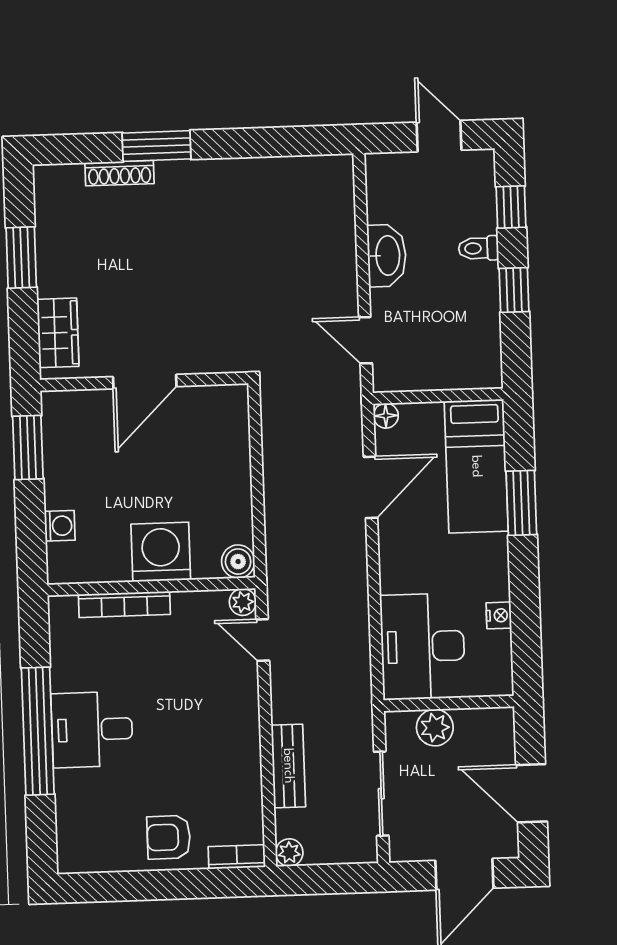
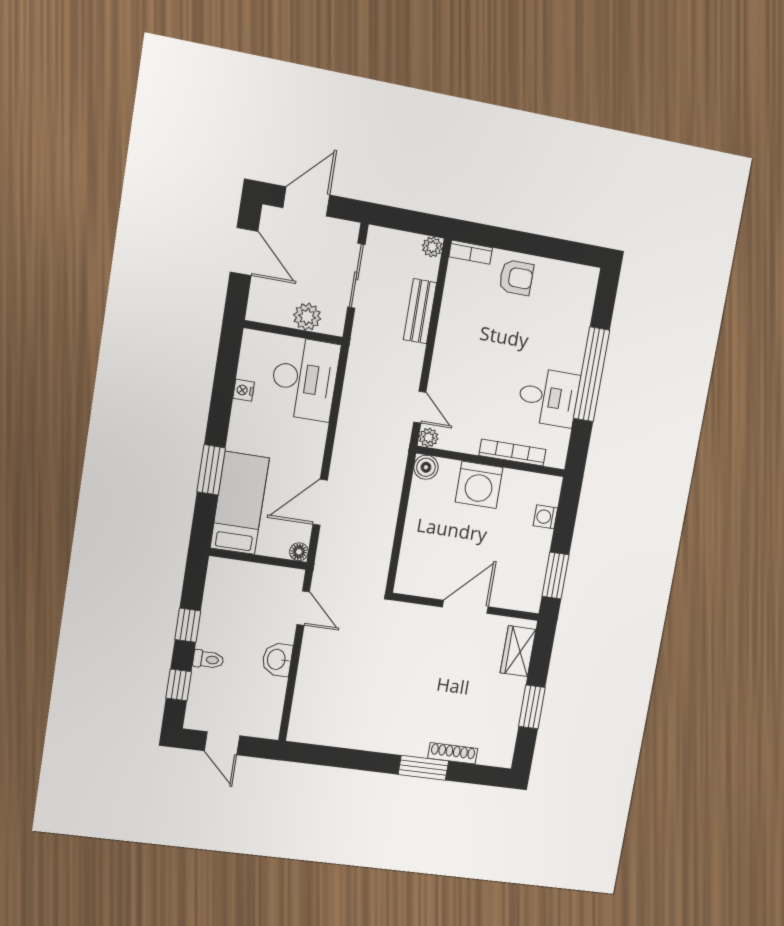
washbasin: (387, 256) -> (277, 659), width x0.72
desk: (92, 729) -> (549, 397), moved

